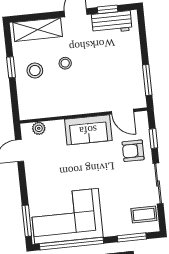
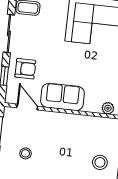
stool: (65, 63) -> (25, 153), moved

